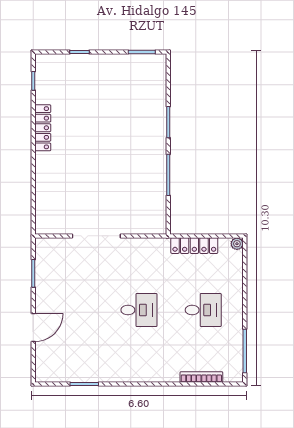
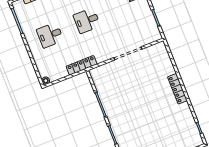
locker: (43, 128) -> (177, 89), moved
locker: (194, 246) -> (82, 65), moved

